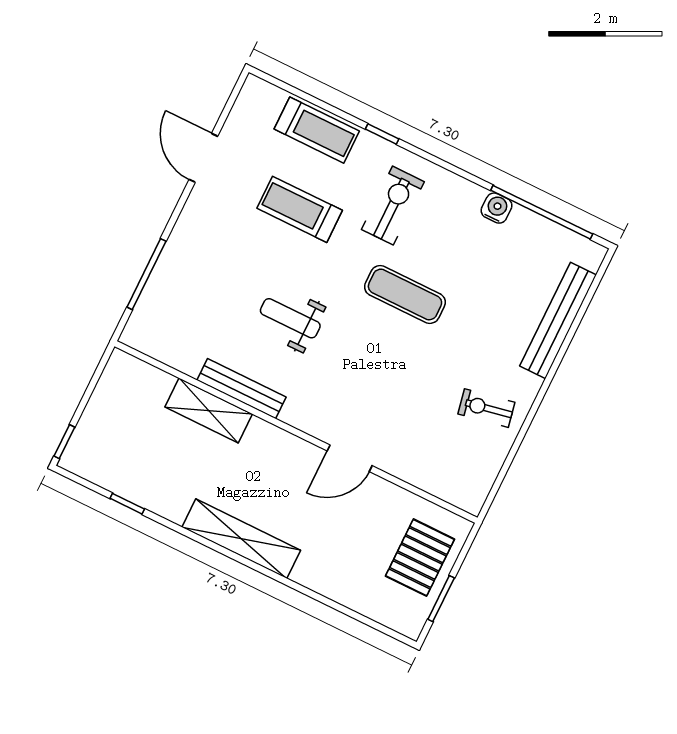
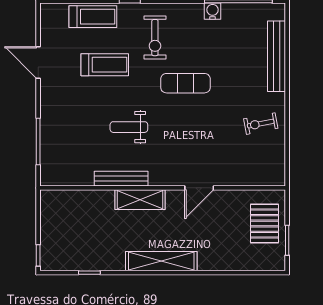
exercise bike: (393, 206) -> (155, 38), turned 180
treadmill: (300, 209) -> (105, 65), turned 180
shelving: (209, 411) -> (140, 200), moved

